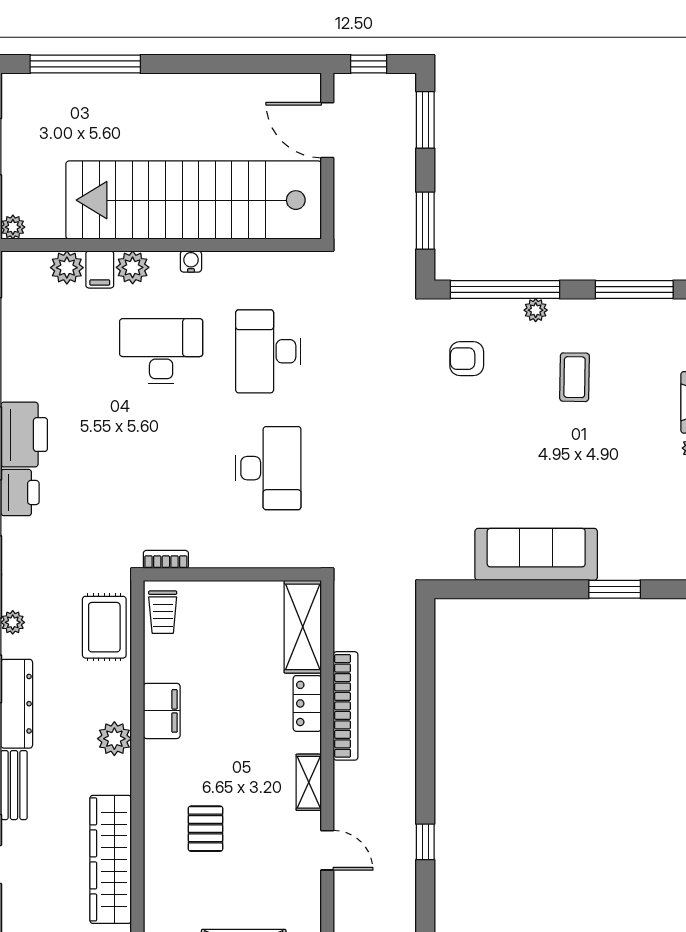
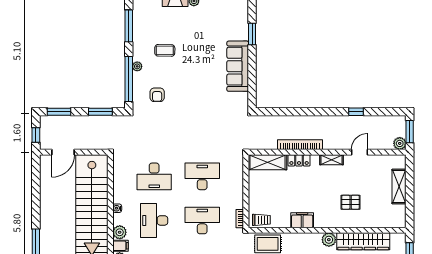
desk: (161, 468) -> (202, 220), added
plant: (114, 739) -> (329, 240), moved

